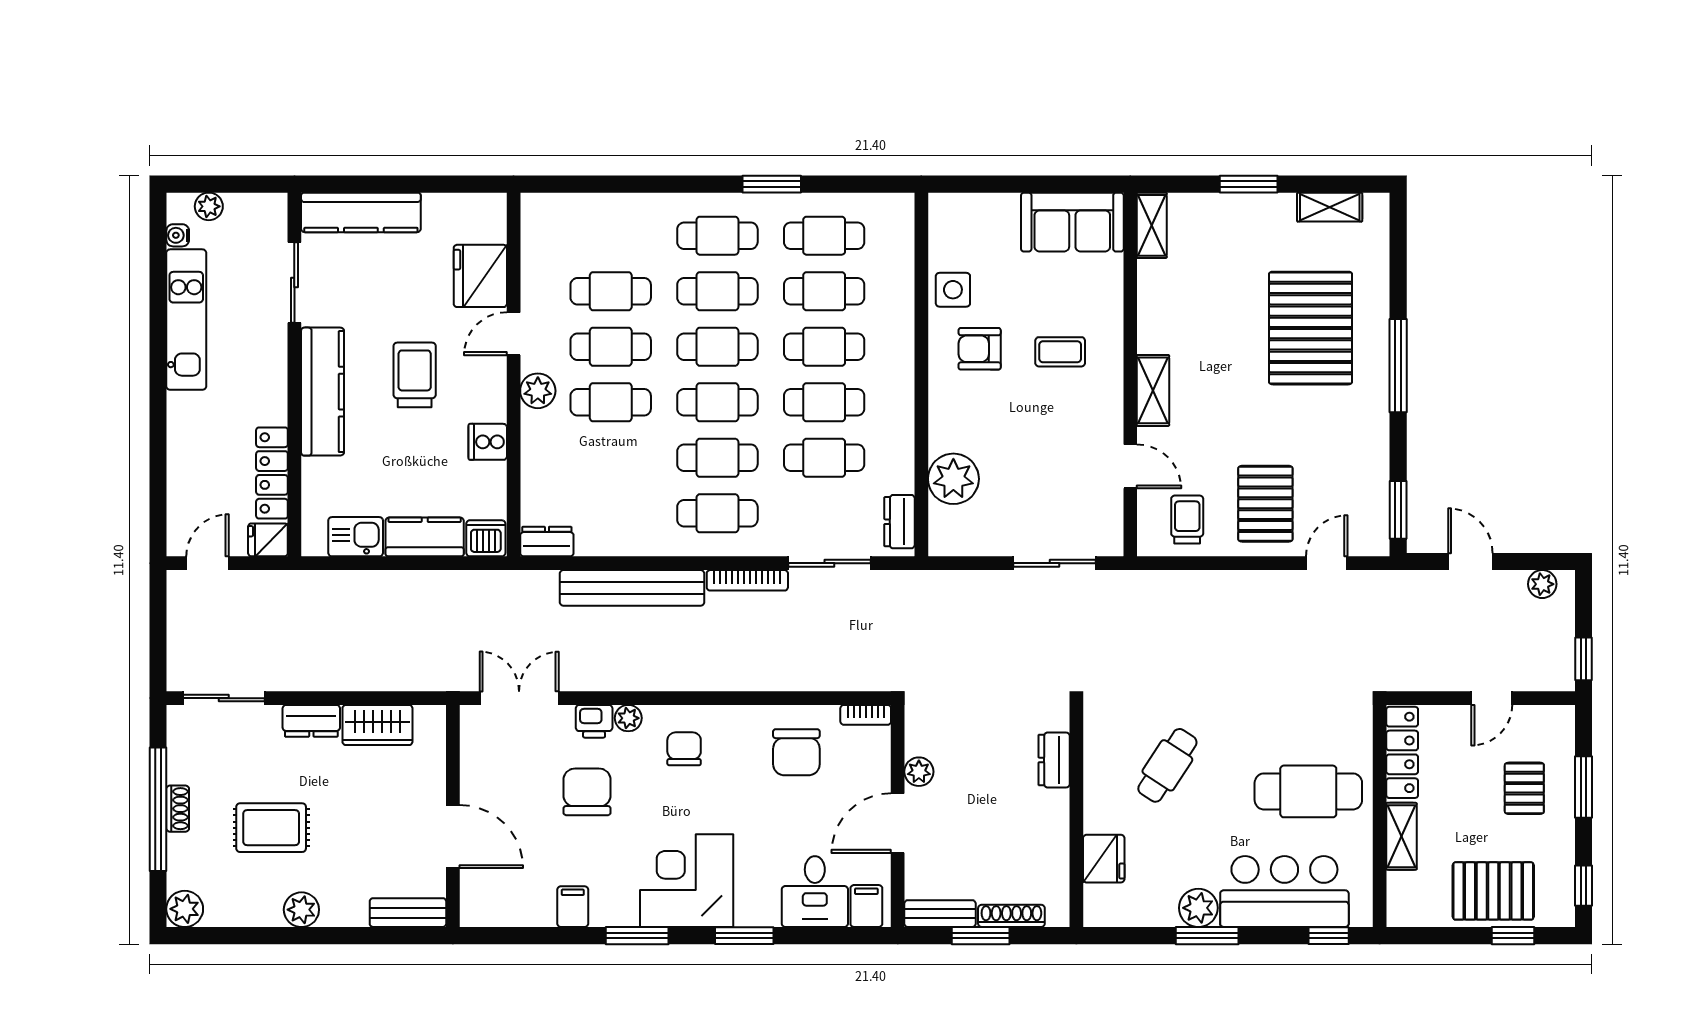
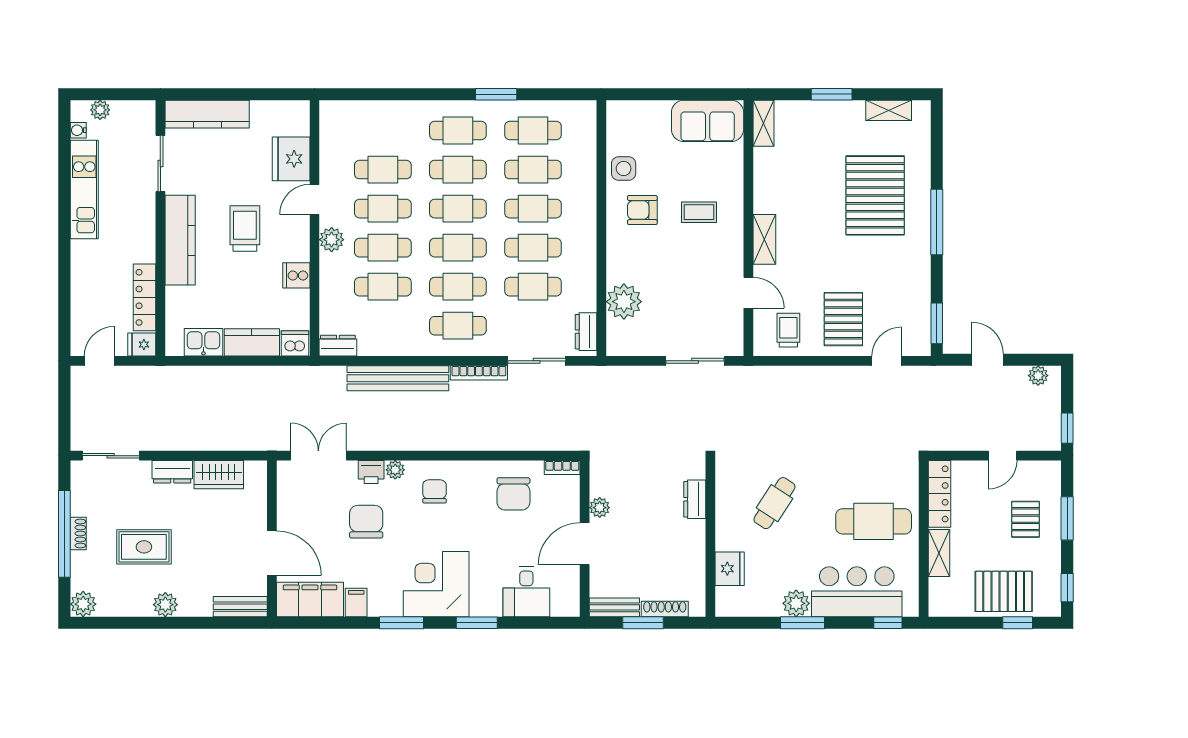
cafe table: (611, 458) -> (383, 287), added
filing cabinet: (866, 906) -> (310, 600), moved, width x3.00, depth x1.17

